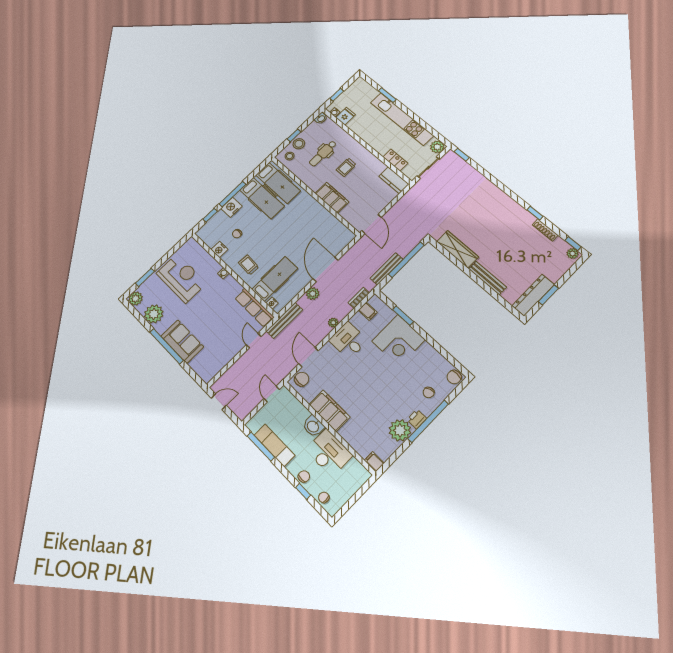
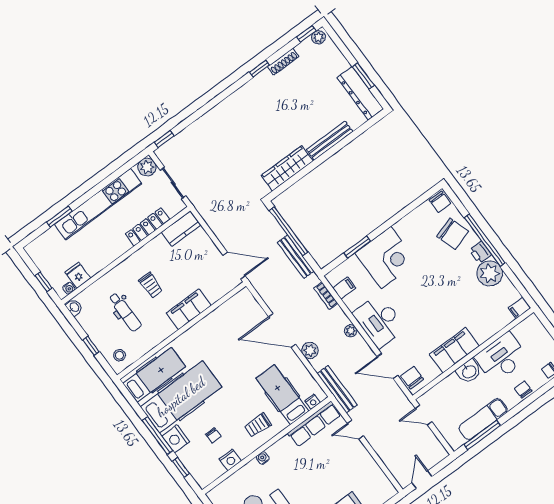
stool: (299, 144) -> (104, 341), removed
locker: (395, 160) -> (148, 227), width x1.53
hospital bed: (262, 198) -> (181, 397), width x1.37, depth x1.29
desk: (348, 340) -> (379, 321), width x1.37
chair: (429, 392) -> (453, 234), width x1.87, depth x1.87
window: (303, 491) -> (539, 393), removed

